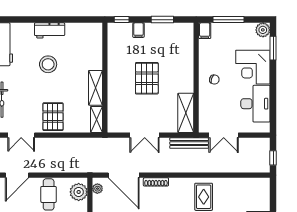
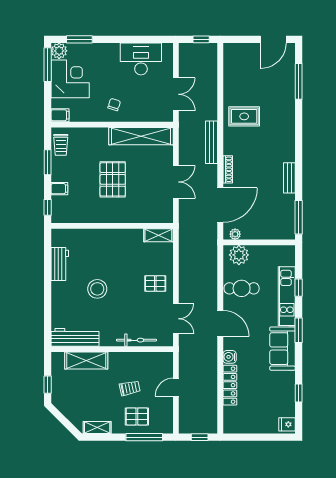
window: (228, 20) -> (48, 65), moved
workbench: (50, 30) -> (60, 264), moved
trolley: (178, 31) -> (61, 145), added
corner desk: (253, 67) -> (70, 79), moved, turned -90
pallet: (147, 78) -> (113, 179), turned 90
shelving: (96, 88) -> (123, 236), removed
shelving: (186, 113) -> (141, 136), width x1.47
pallet: (53, 117) -> (155, 283), width x0.67, depth x0.71
bench: (189, 143) -> (212, 142), moved

